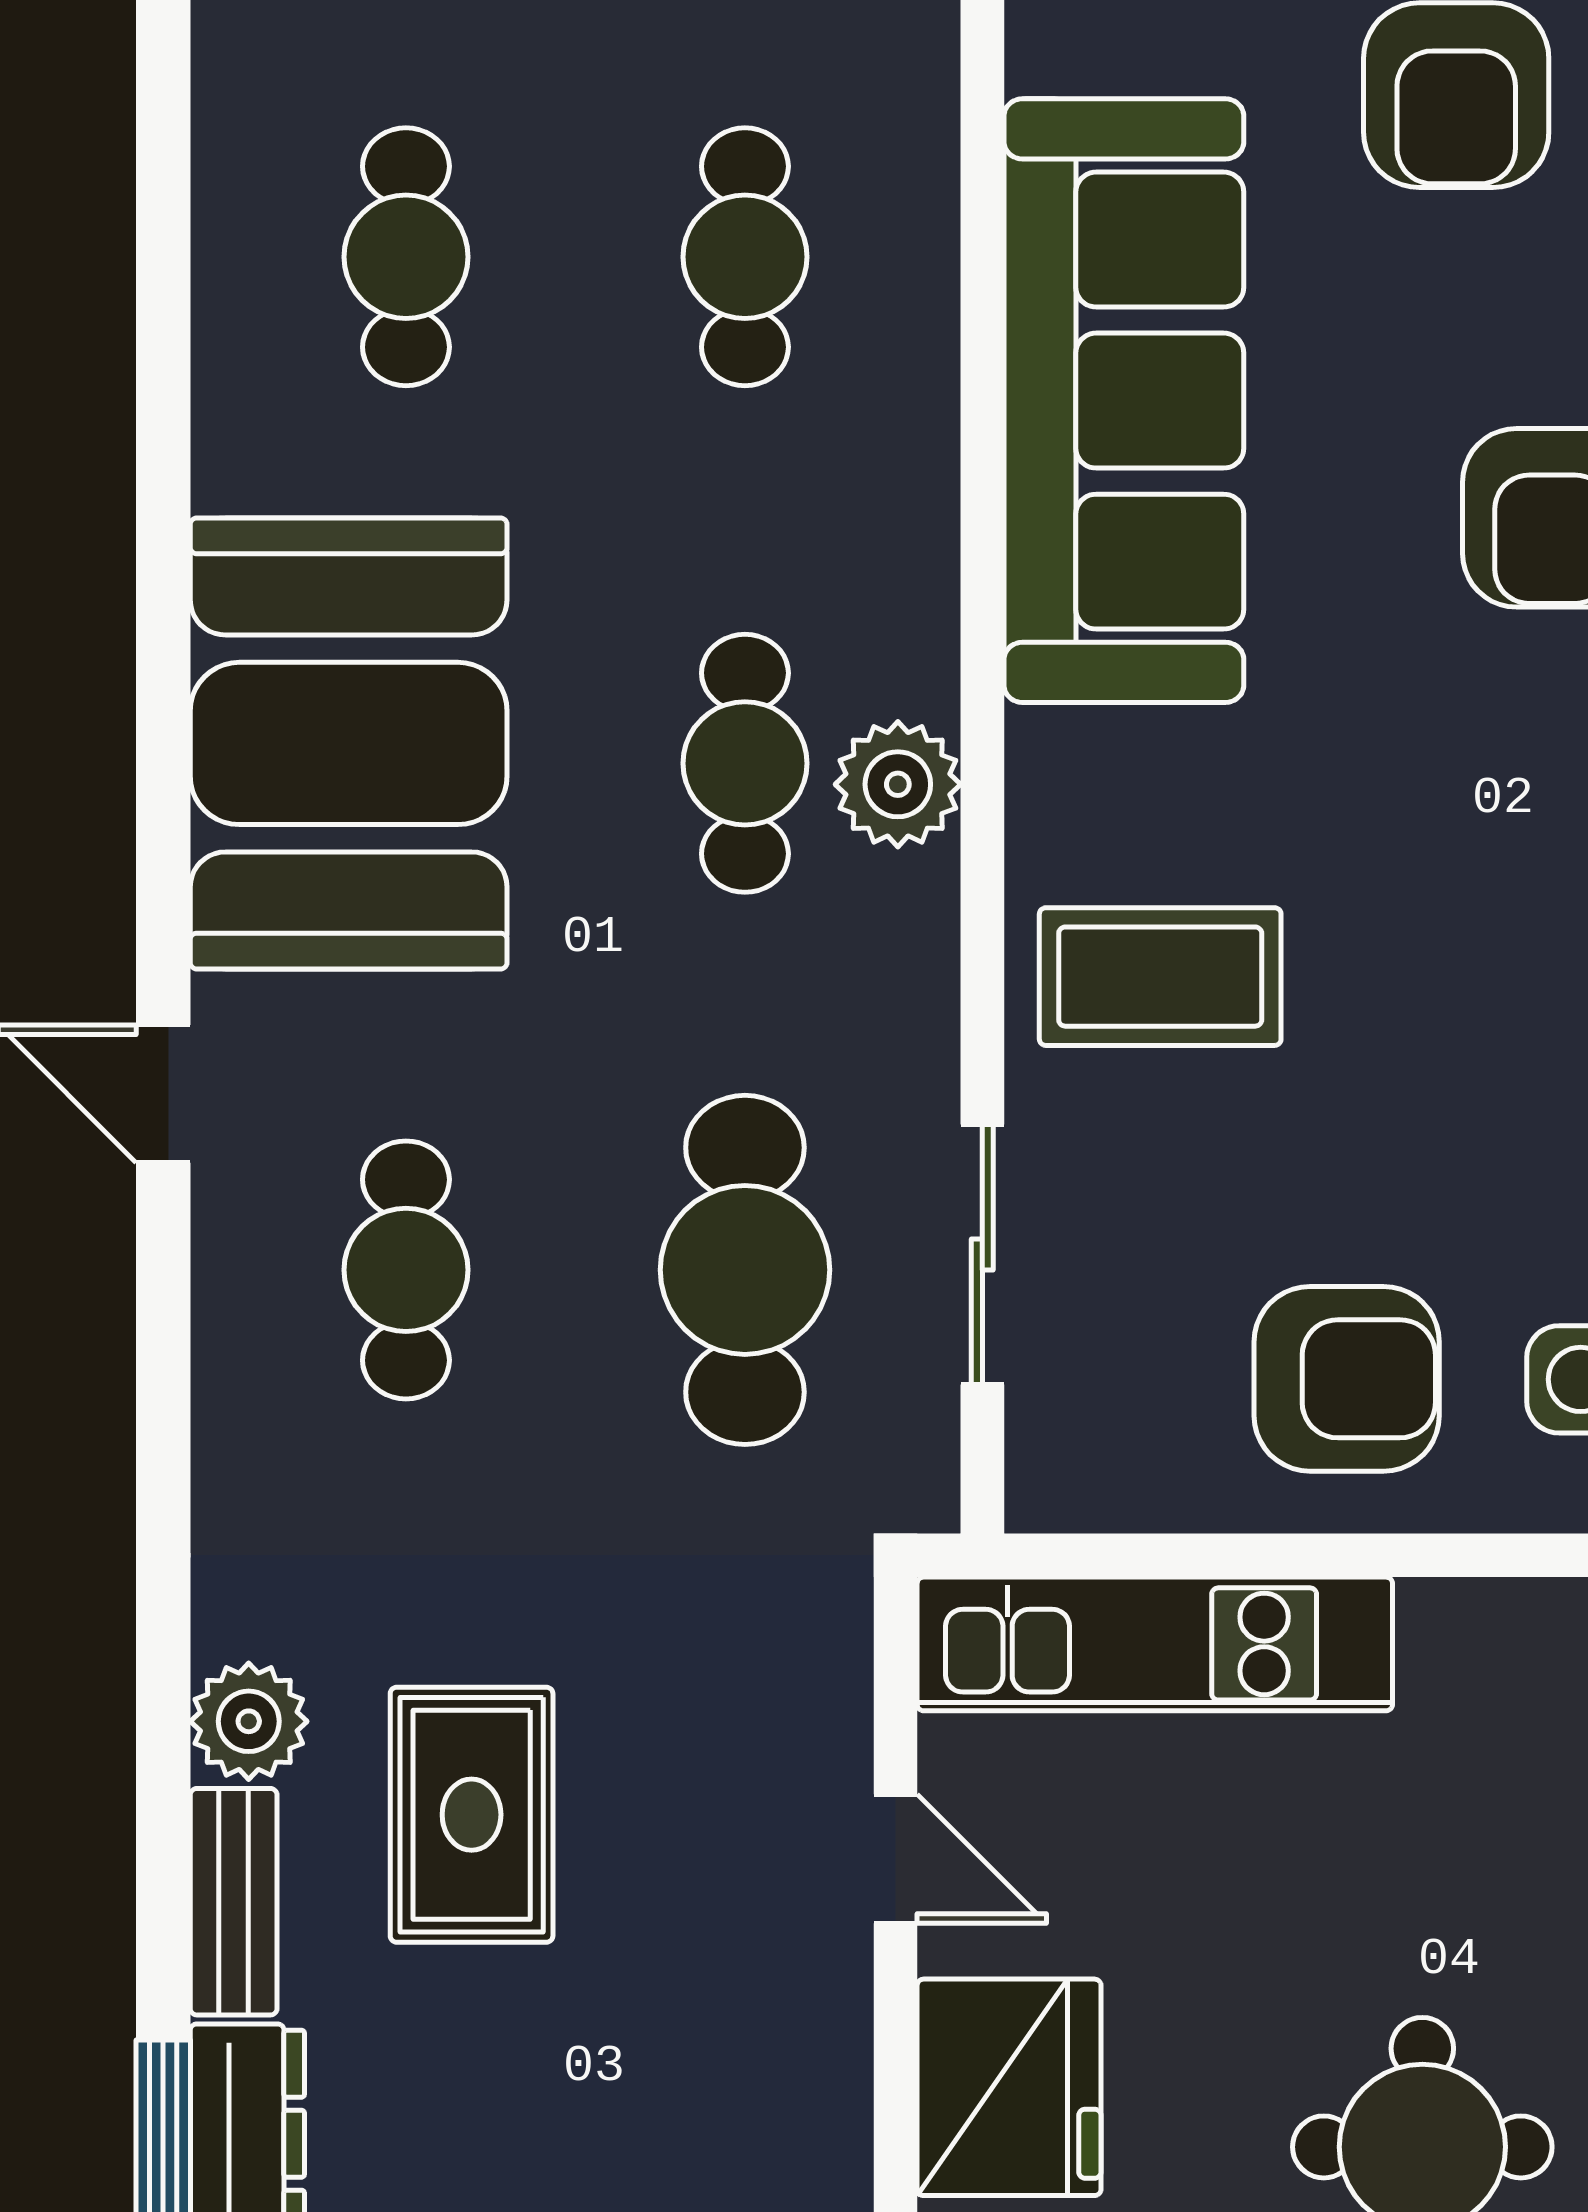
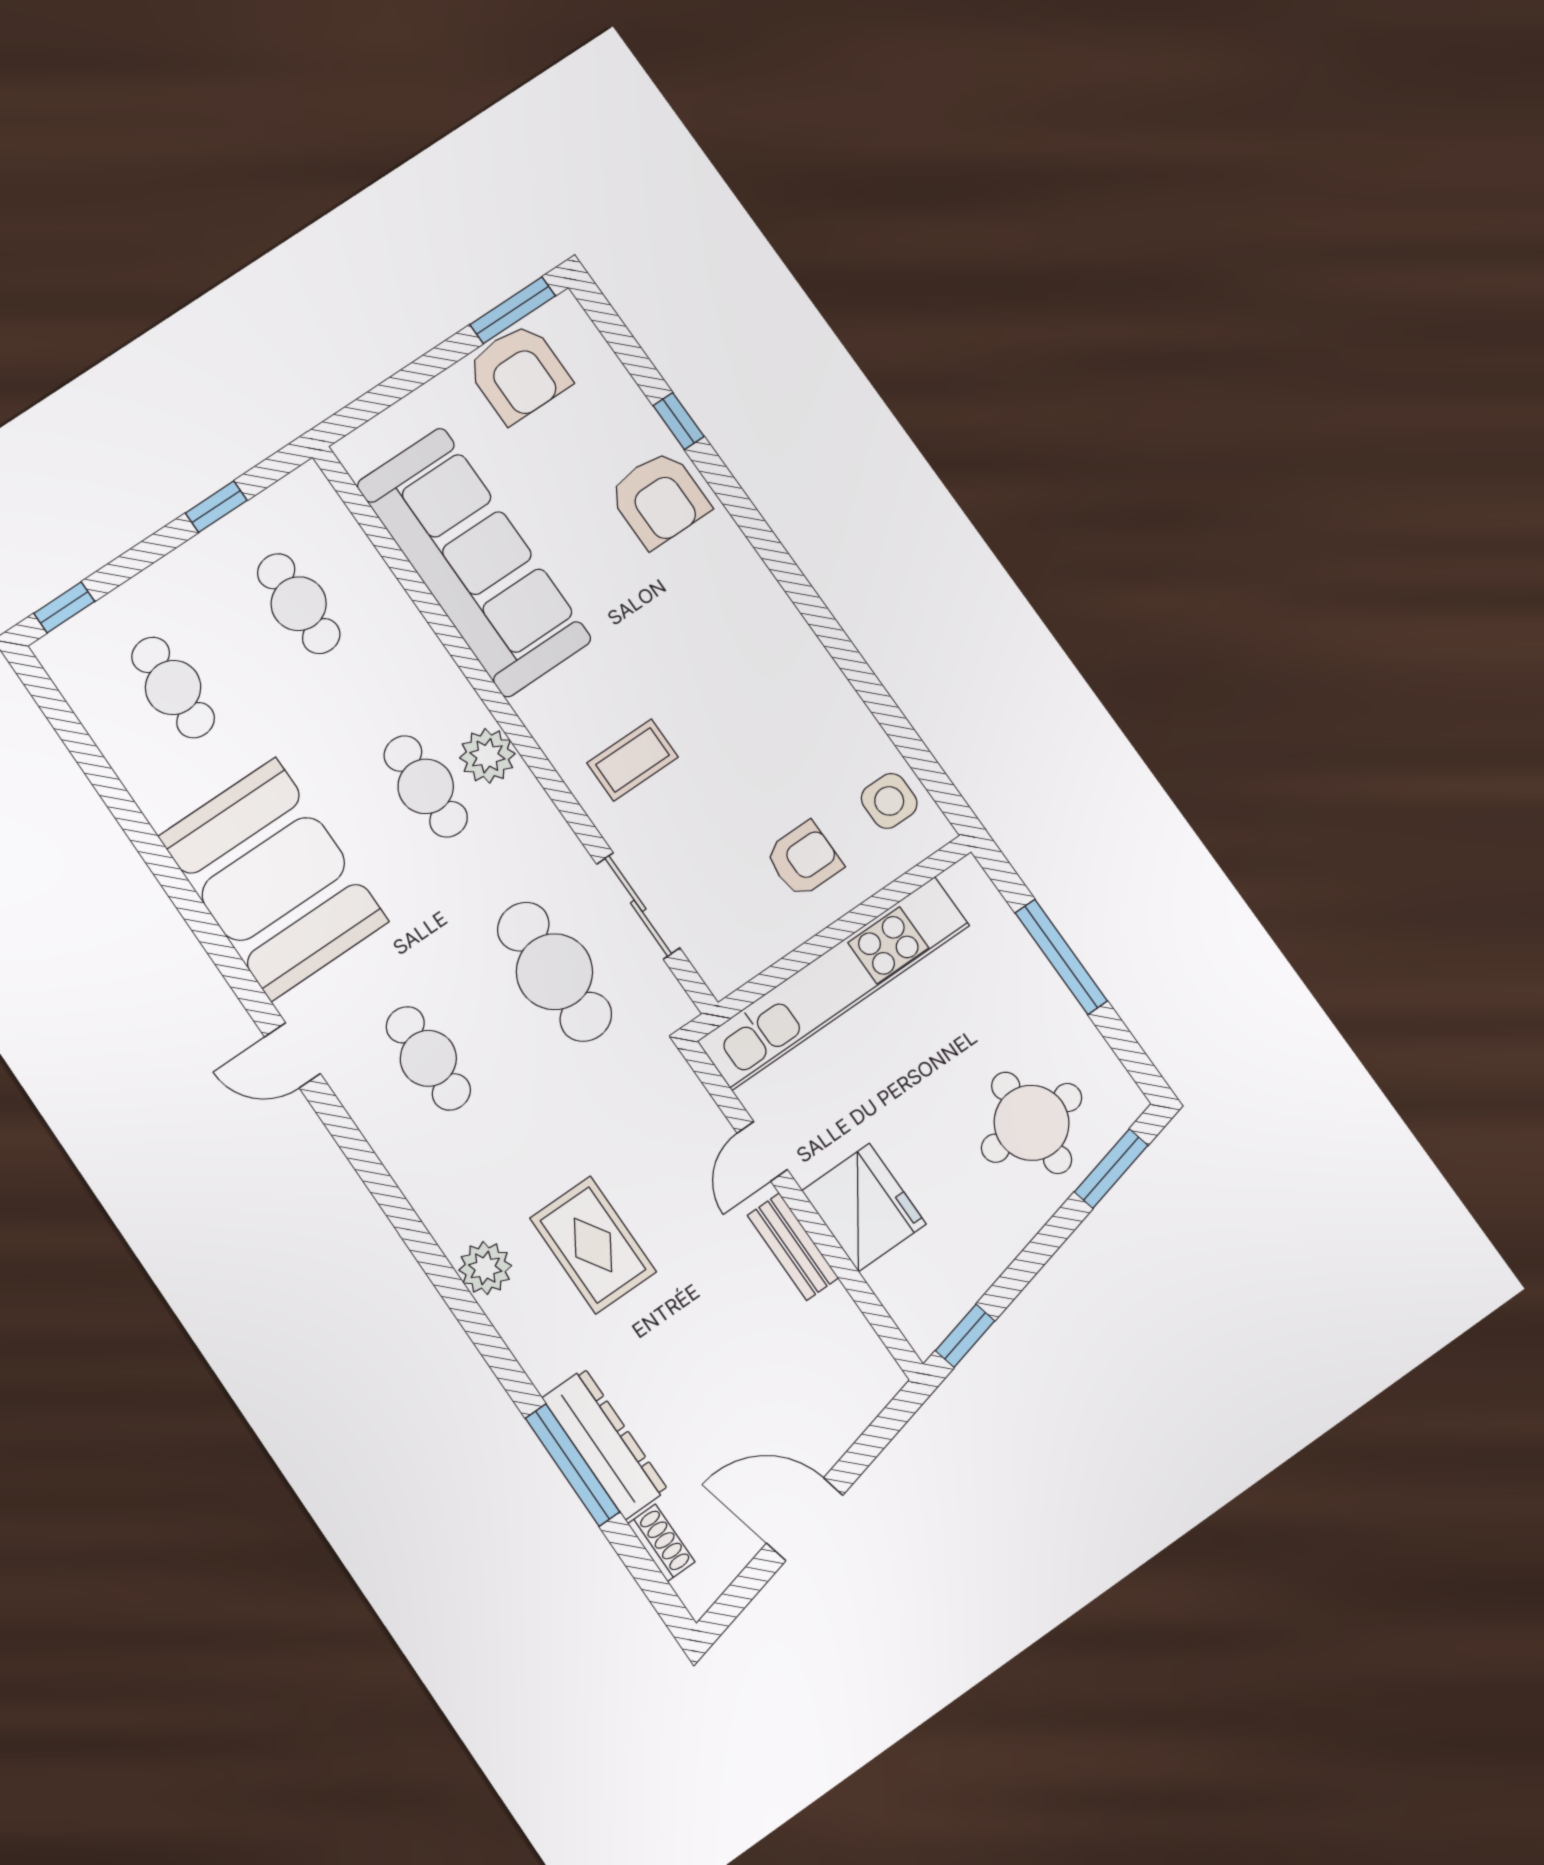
coffee table: (1160, 977) -> (633, 760), width x0.73, depth x0.77
armchair: (1347, 1379) -> (804, 859), width x0.72, depth x0.72
kitchen unit: (1155, 1644) -> (834, 983), width x1.36
door: (896, 1859) -> (762, 1151), swing flipped
bench: (234, 1902) -> (793, 1247), moved

